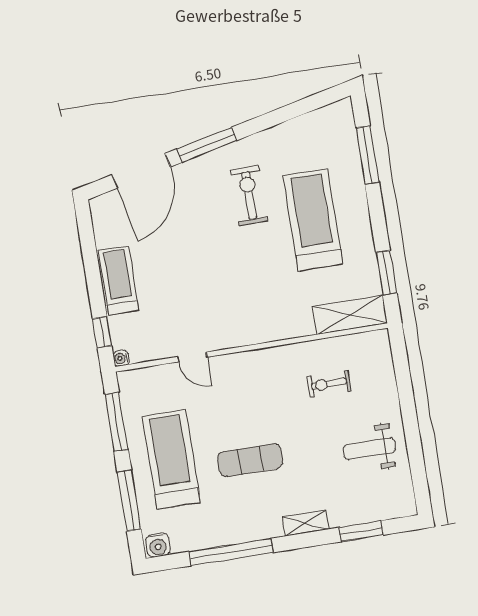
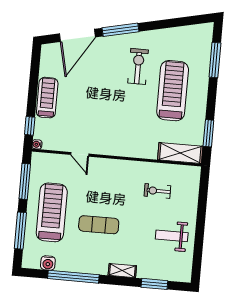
water cooler: (158, 545) -> (48, 263), moved

